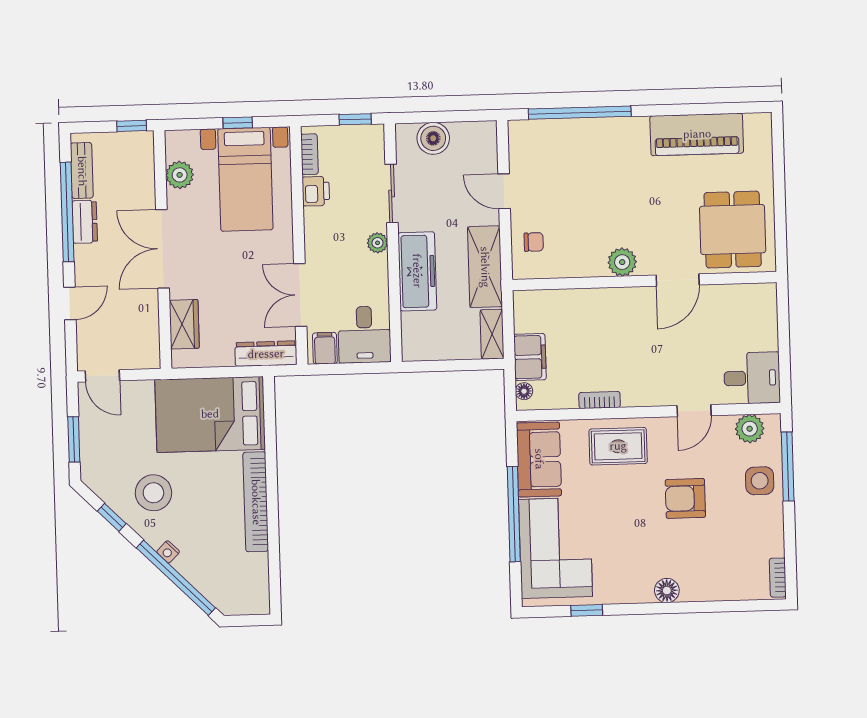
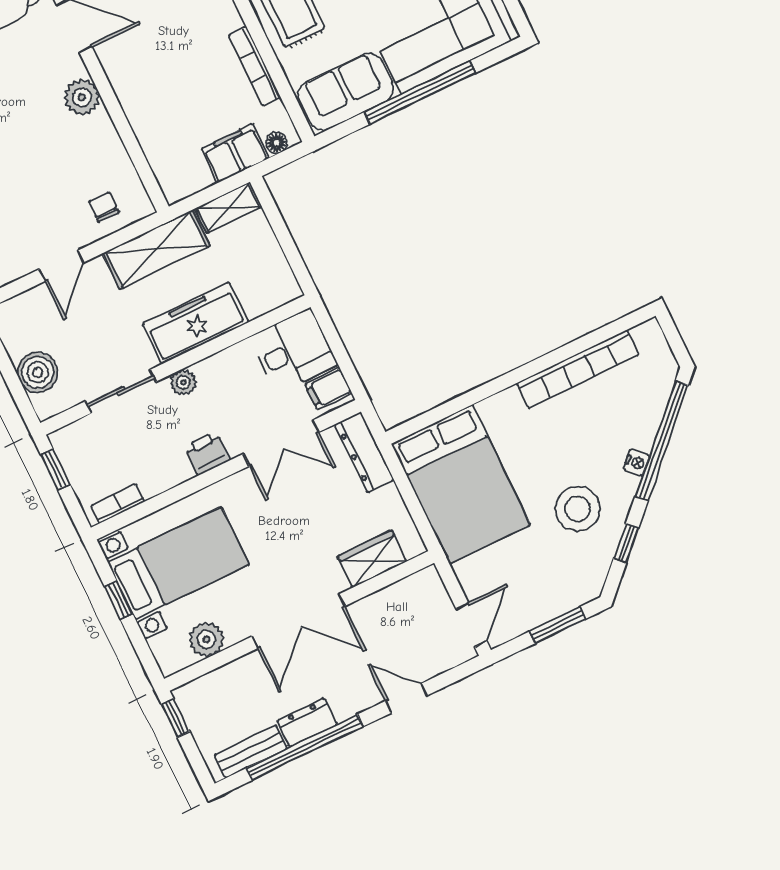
printer: (316, 191) -> (207, 453), moved
bookcase: (600, 400) -> (255, 66), width x1.56
bookcase: (256, 502) -> (578, 369), moved

